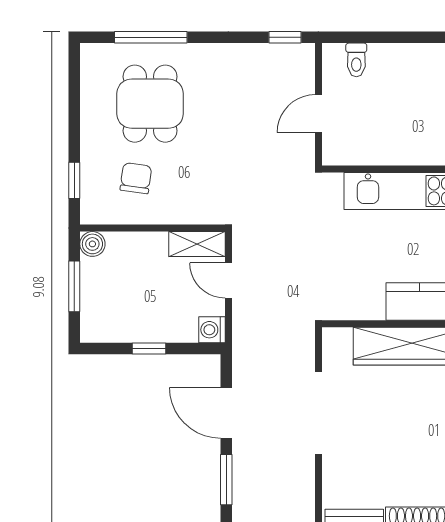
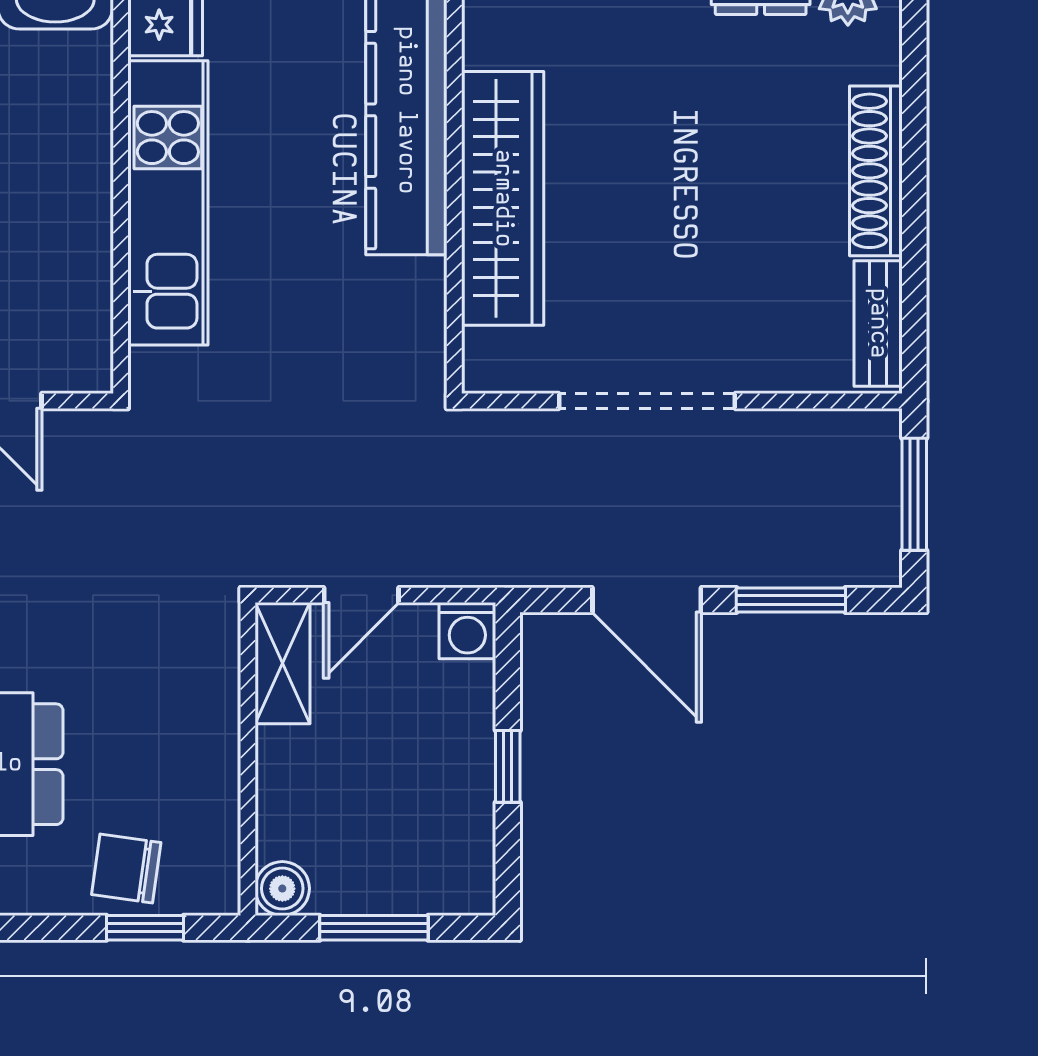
chair: (136, 178) -> (126, 869), moved
door: (226, 413) -> (647, 600), hinge flipped

